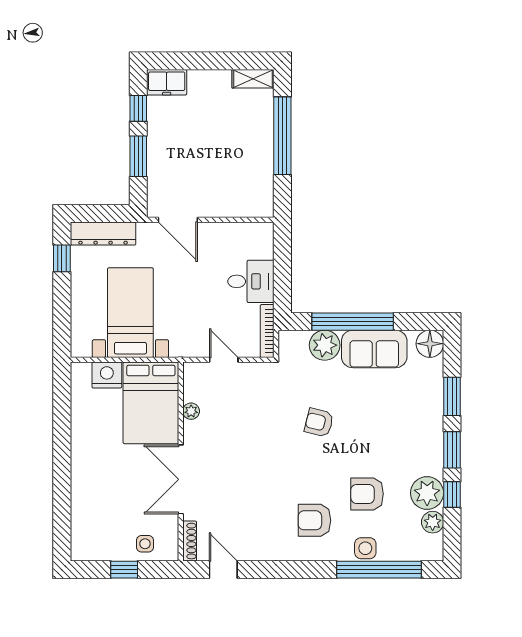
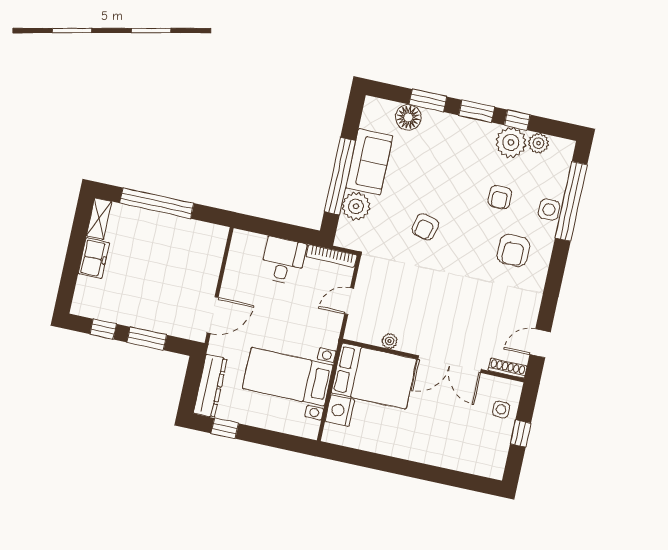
freezer: (167, 82) -> (94, 258), moved
floor lamp: (430, 344) -> (408, 117), moved
armchair: (367, 494) -> (500, 197), width x0.72, depth x0.72

